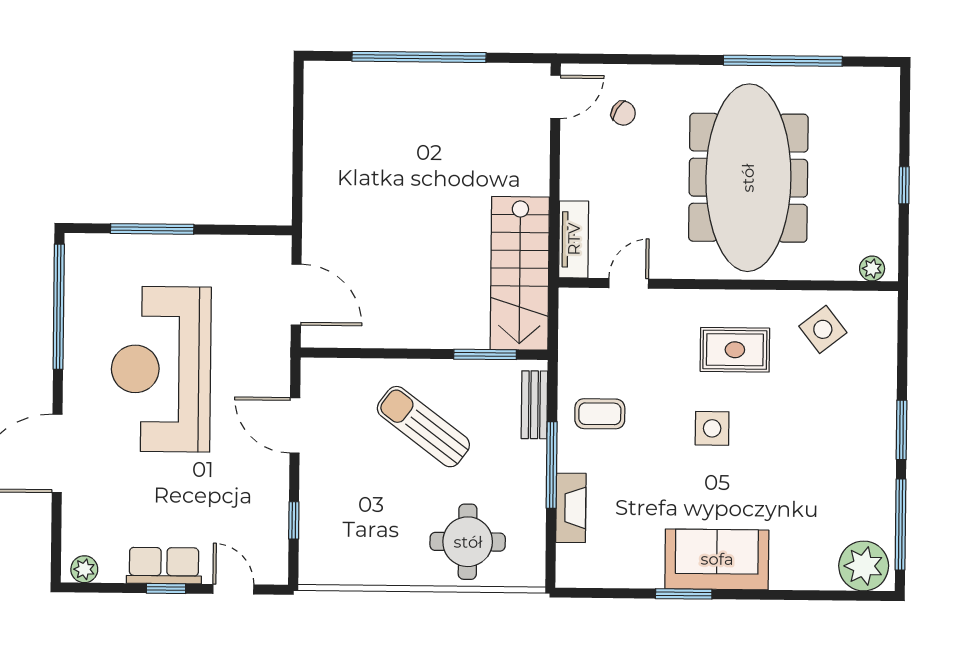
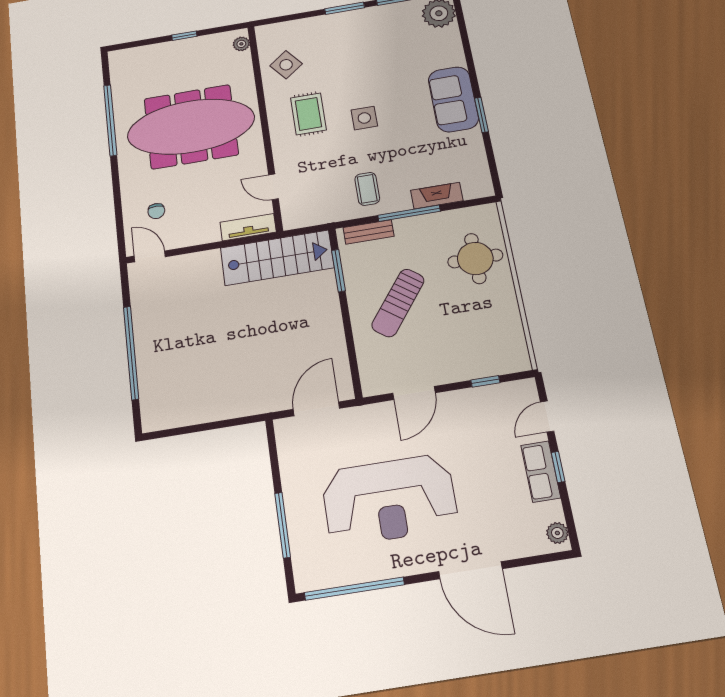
chair: (623, 113) -> (156, 211), turned 149

